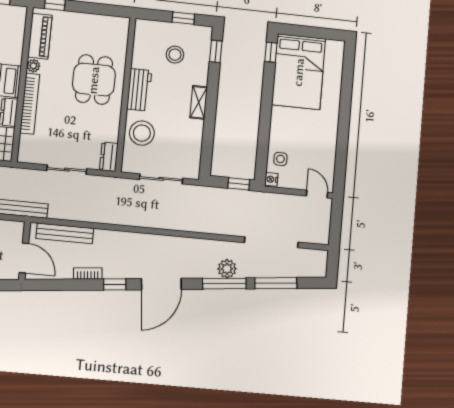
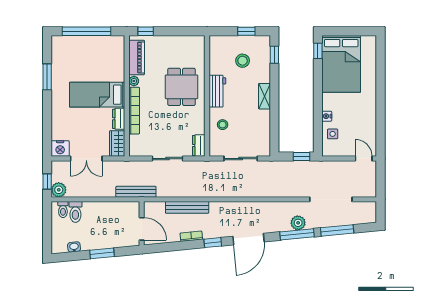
stool: (142, 133) -> (223, 125), width x0.53, depth x0.53
nightstand: (271, 179) -> (327, 116), moved
bench: (65, 233) -> (187, 207), moved

